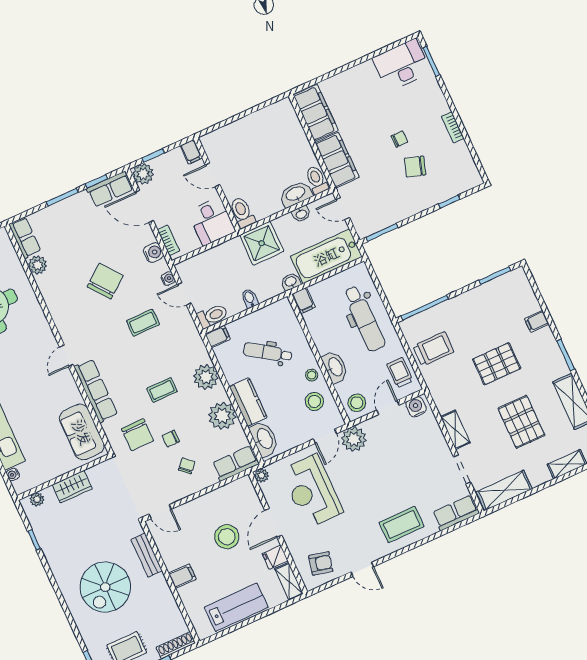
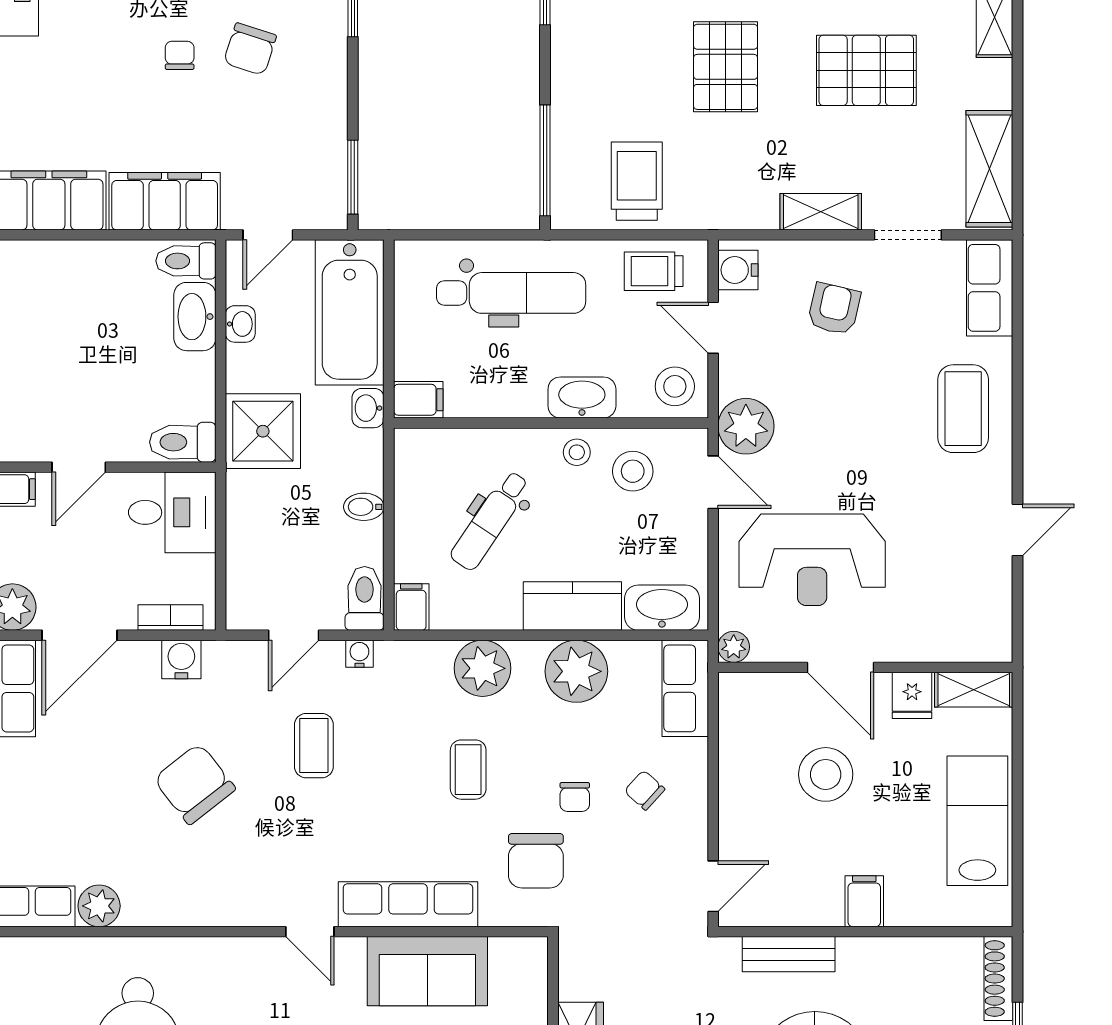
water cooler: (168, 279) -> (359, 654), moved
sofa: (82, 432) -> (427, 971), moved
chair: (137, 435) -> (536, 861), turned 90
armchair: (321, 563) -> (834, 309), moved

